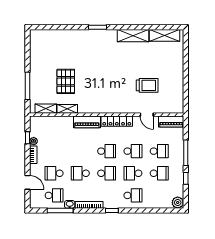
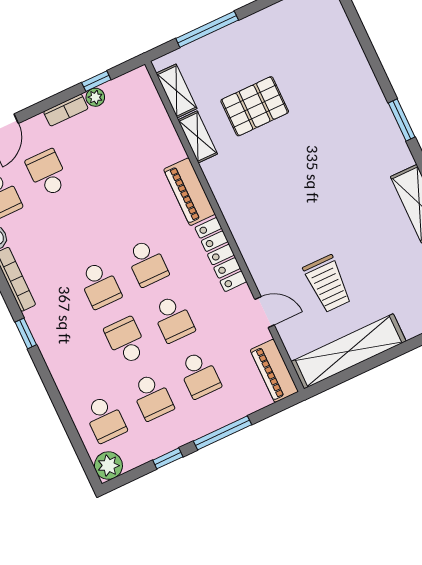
shelving: (177, 89) -> (349, 351), added
door: (147, 115) -> (265, 312), swing flipped
school desk: (80, 173) -> (74, 229), removed
school desk: (133, 195) -> (105, 419), moved

